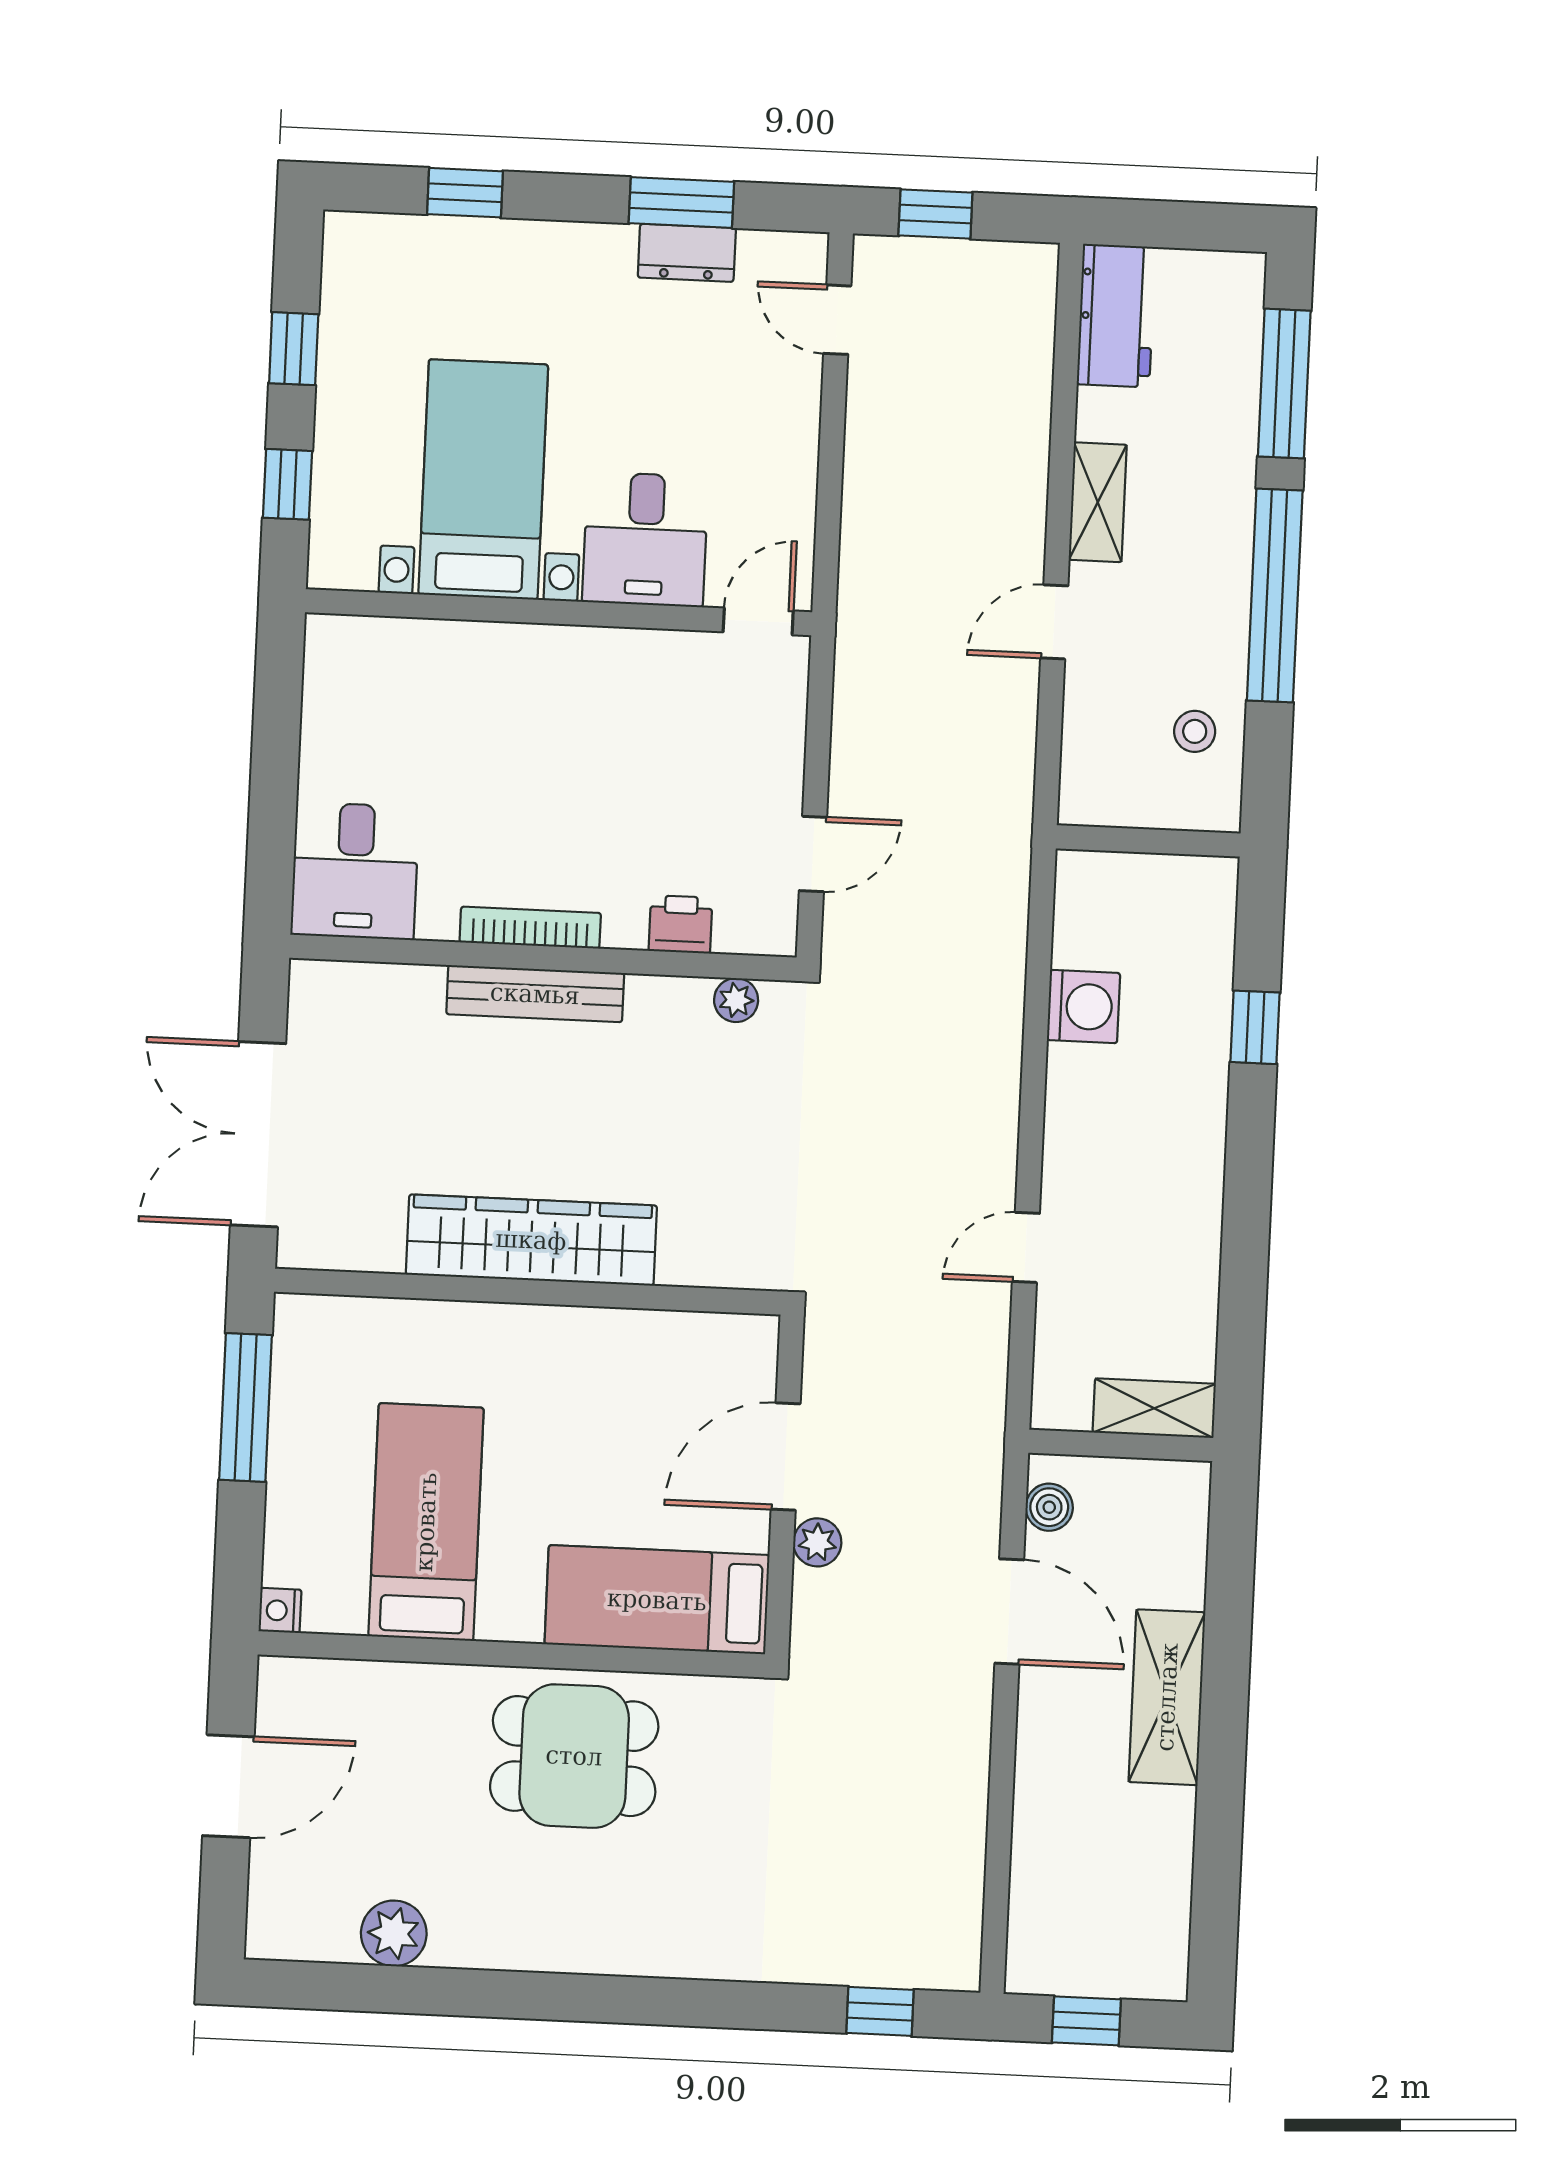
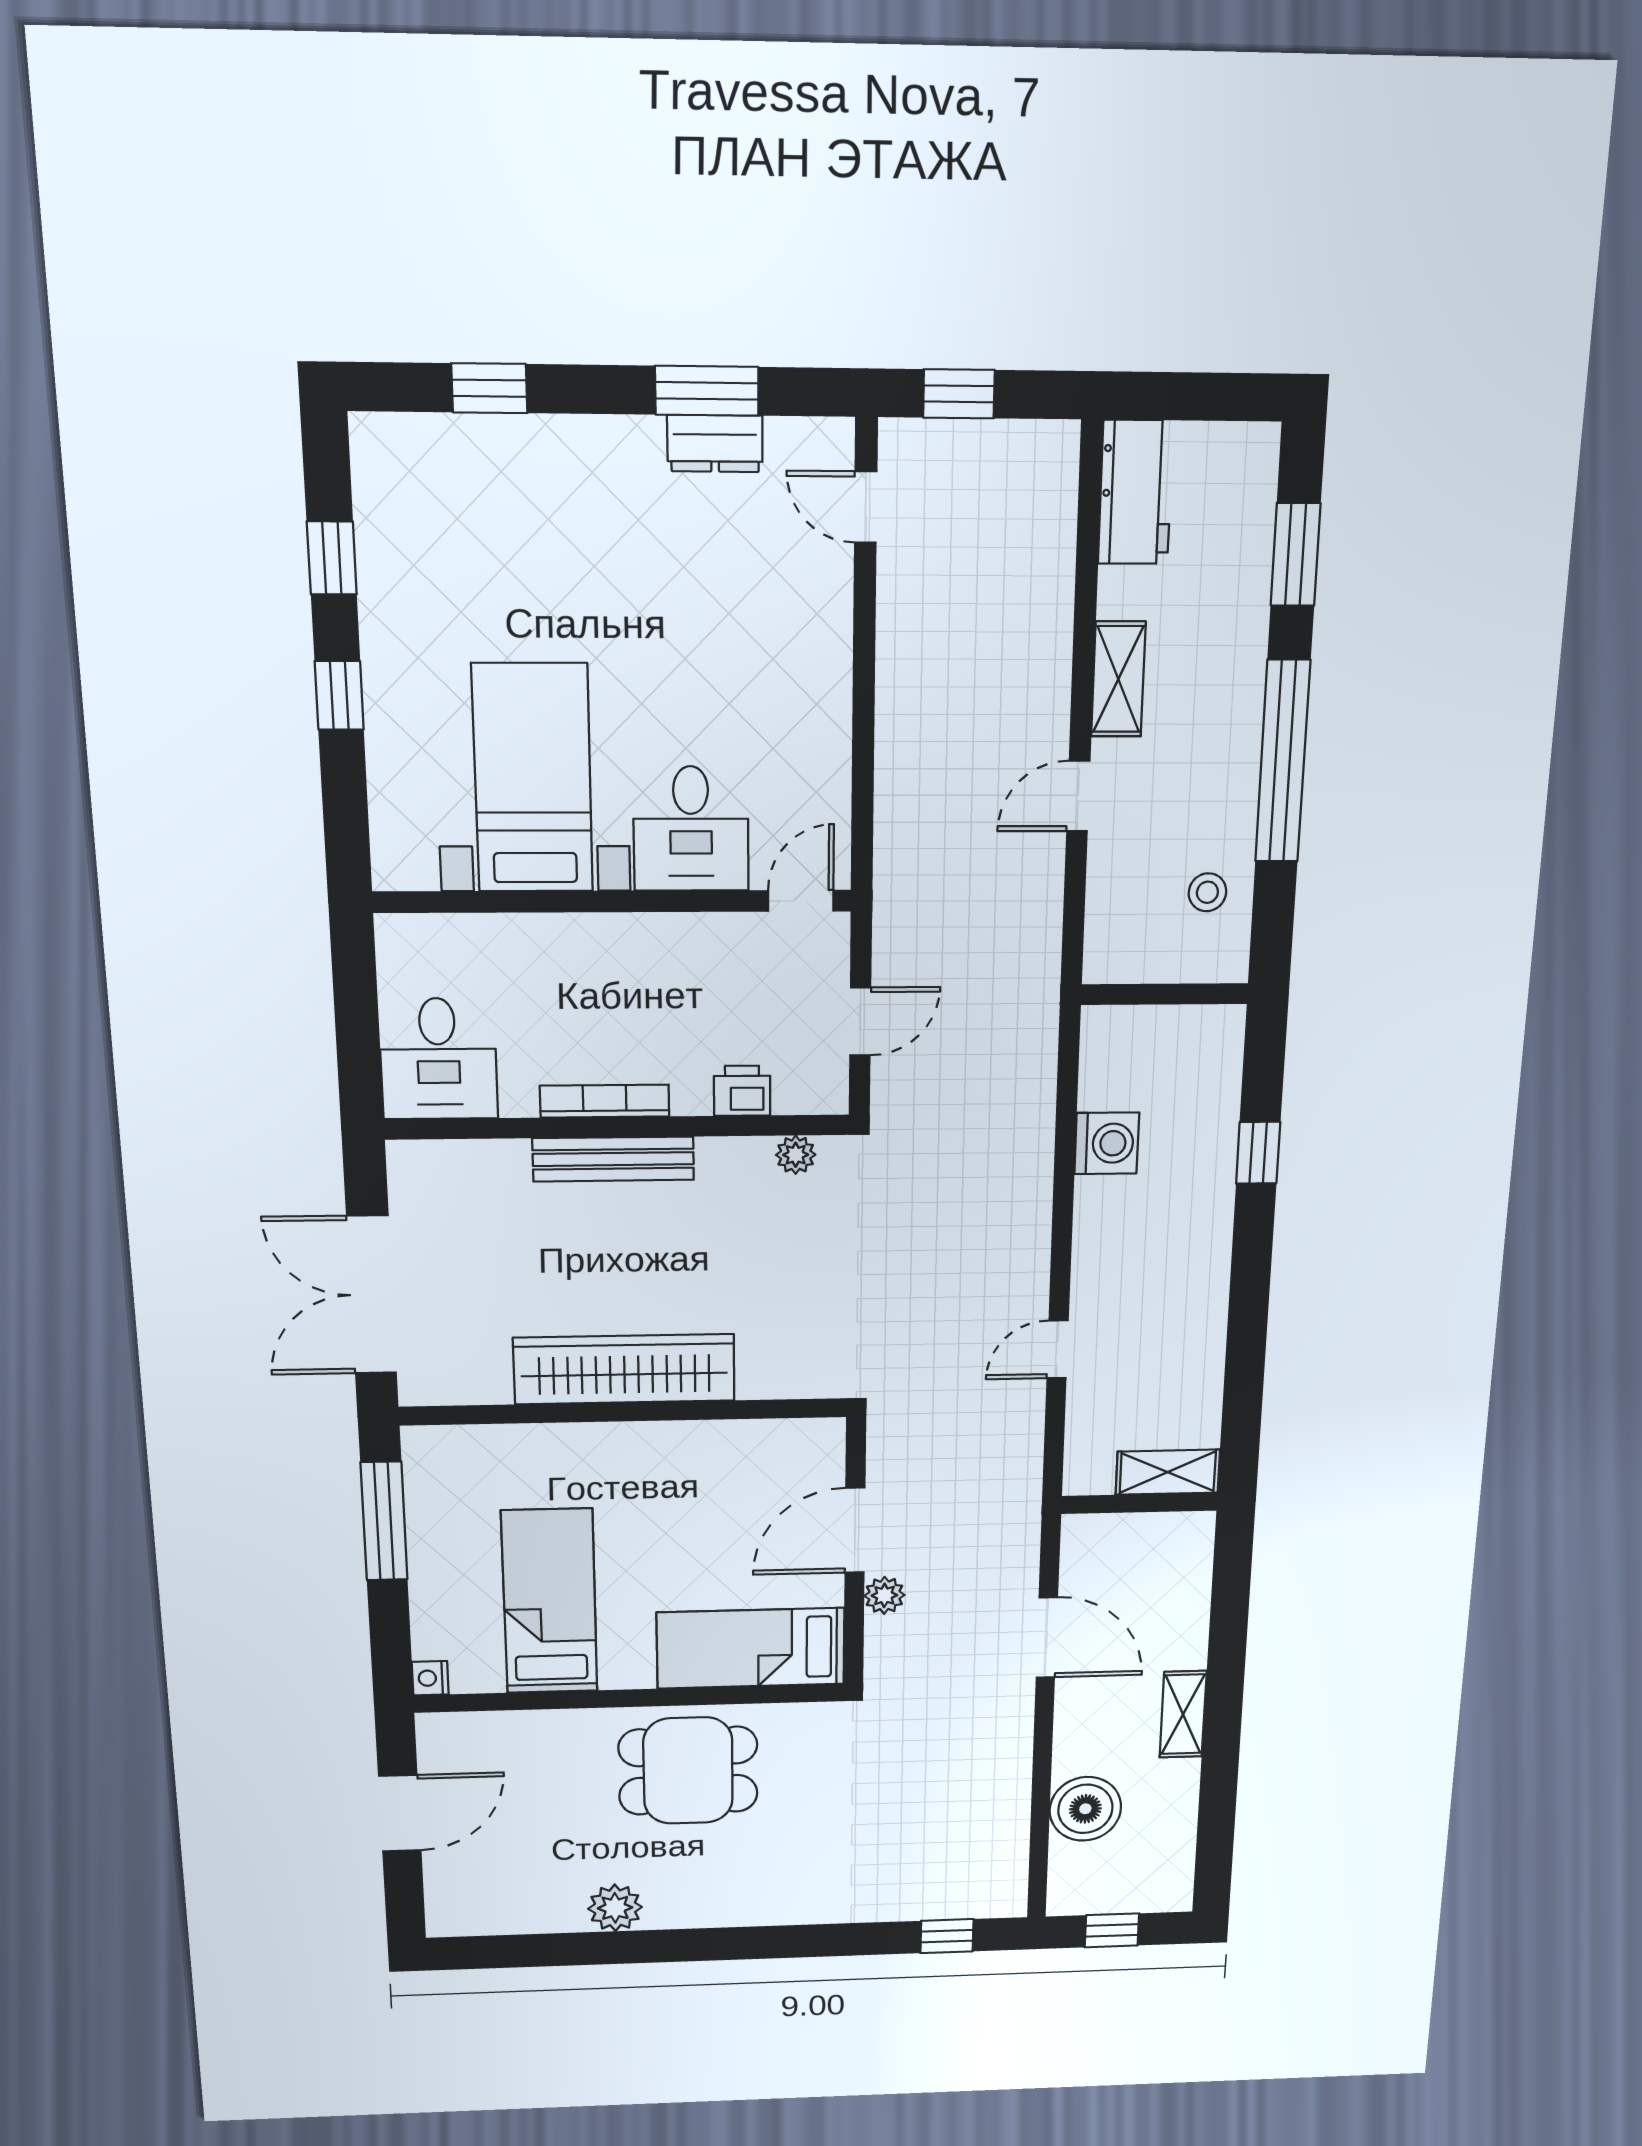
window: (1284, 384) -> (1296, 555), width x0.69
bed with nightstands: (483, 480) -> (533, 778), moved
desk: (645, 539) -> (691, 829), moved
wall: (559, 612) -> (613, 901), moved
door: (758, 621) -> (801, 901), moved
boiler: (1049, 1507) -> (1085, 1809), moved, width x1.86, depth x1.86
shelving: (1167, 1697) -> (1183, 1714), width x0.67, depth x0.75
plant: (394, 1933) -> (615, 1908), moved

